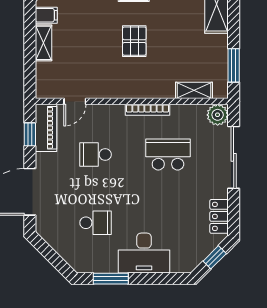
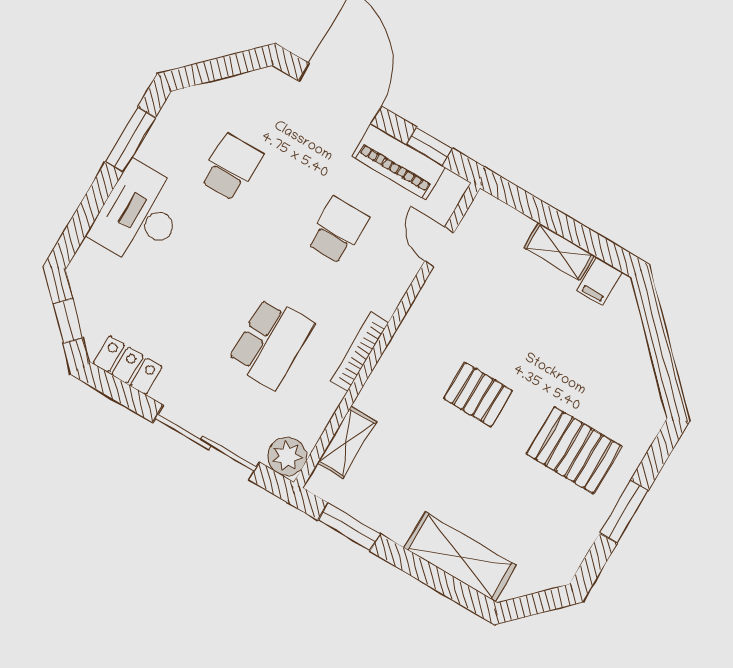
piano: (46, 128) -> (398, 162), moved
school desk: (96, 223) -> (231, 167), turned 180

